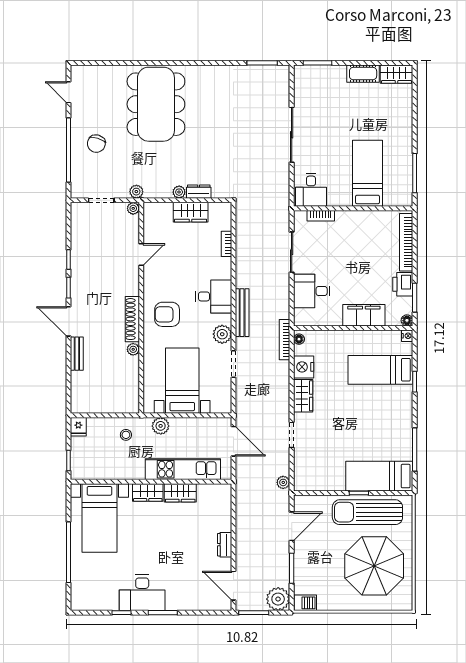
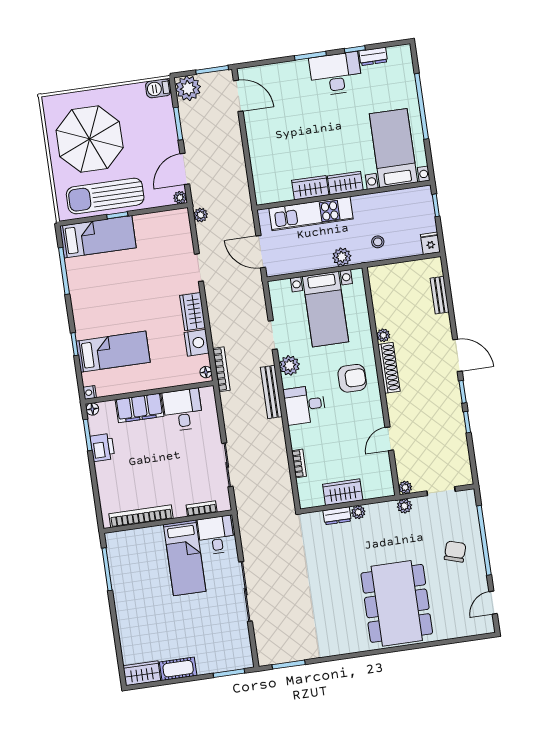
door: (69, 92) -> (493, 603), swing flipped
bed: (367, 173) -> (185, 558), moved
bookcase: (406, 242) -> (141, 516), moved, turned -90
desk: (312, 291) -> (183, 410), moved, turned -90
bench: (77, 354) -> (440, 295), moved
plant: (300, 501) -> (180, 198), added
sun lounger: (367, 512) -> (105, 196), turned 180
dresser: (225, 545) -> (373, 56), moved, turned 90

